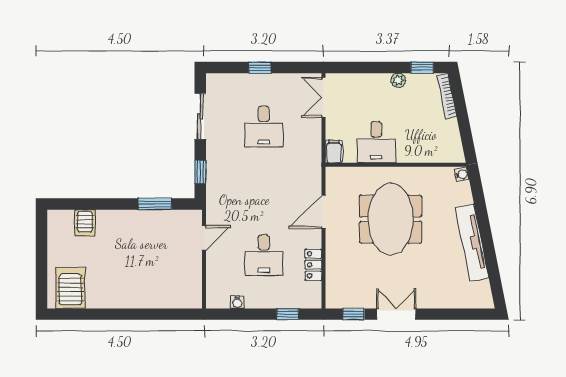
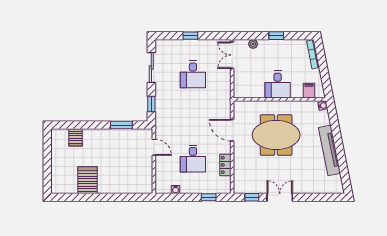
window: (422, 68) -> (276, 36), moved
plant: (398, 80) -> (253, 44), moved
desk: (376, 142) -> (278, 85), moved
filing cabinet: (334, 152) -> (309, 91), moved
door: (324, 212) -> (232, 130), hinge flipped
meeting table: (391, 219) -> (276, 135), turned 90
door: (204, 238) -> (154, 147), hinge flipped
server rack: (70, 288) -> (88, 180), moved

